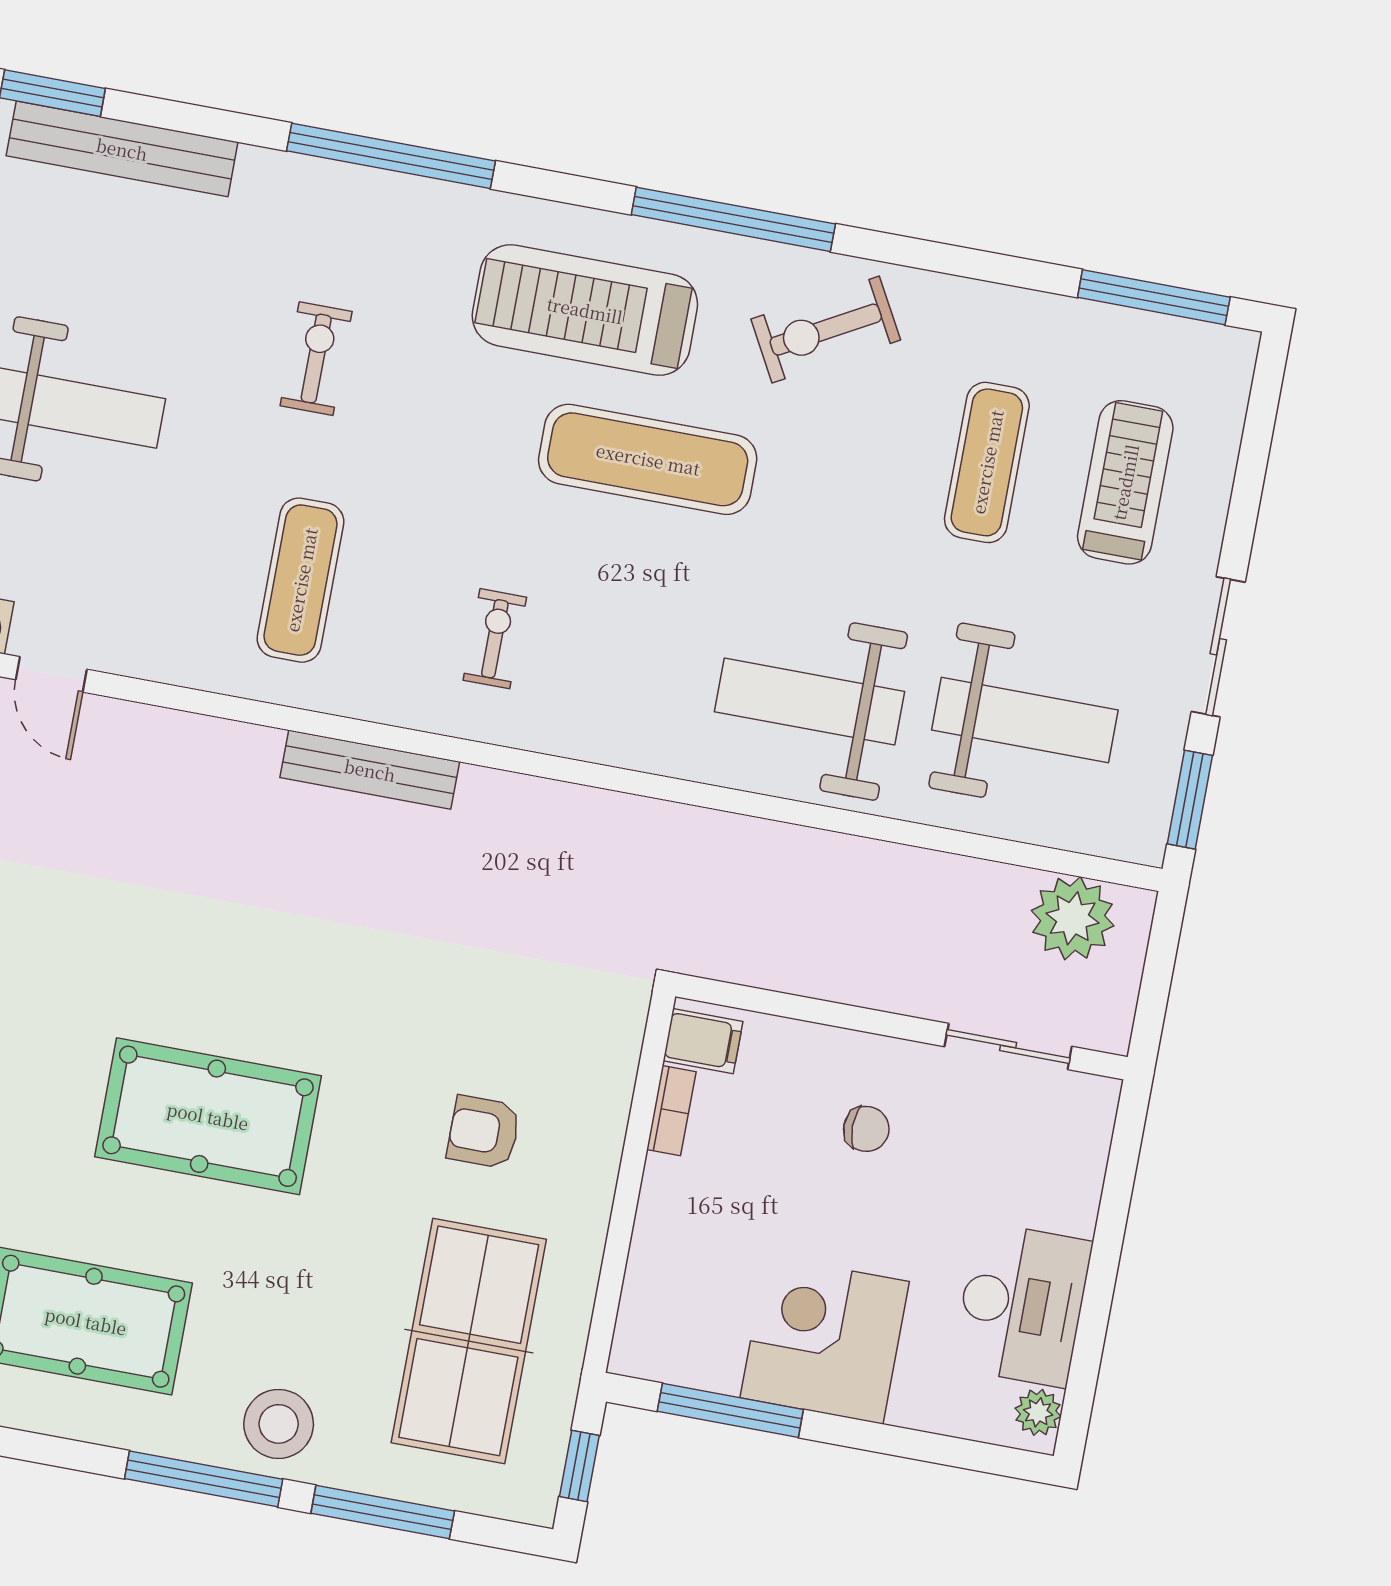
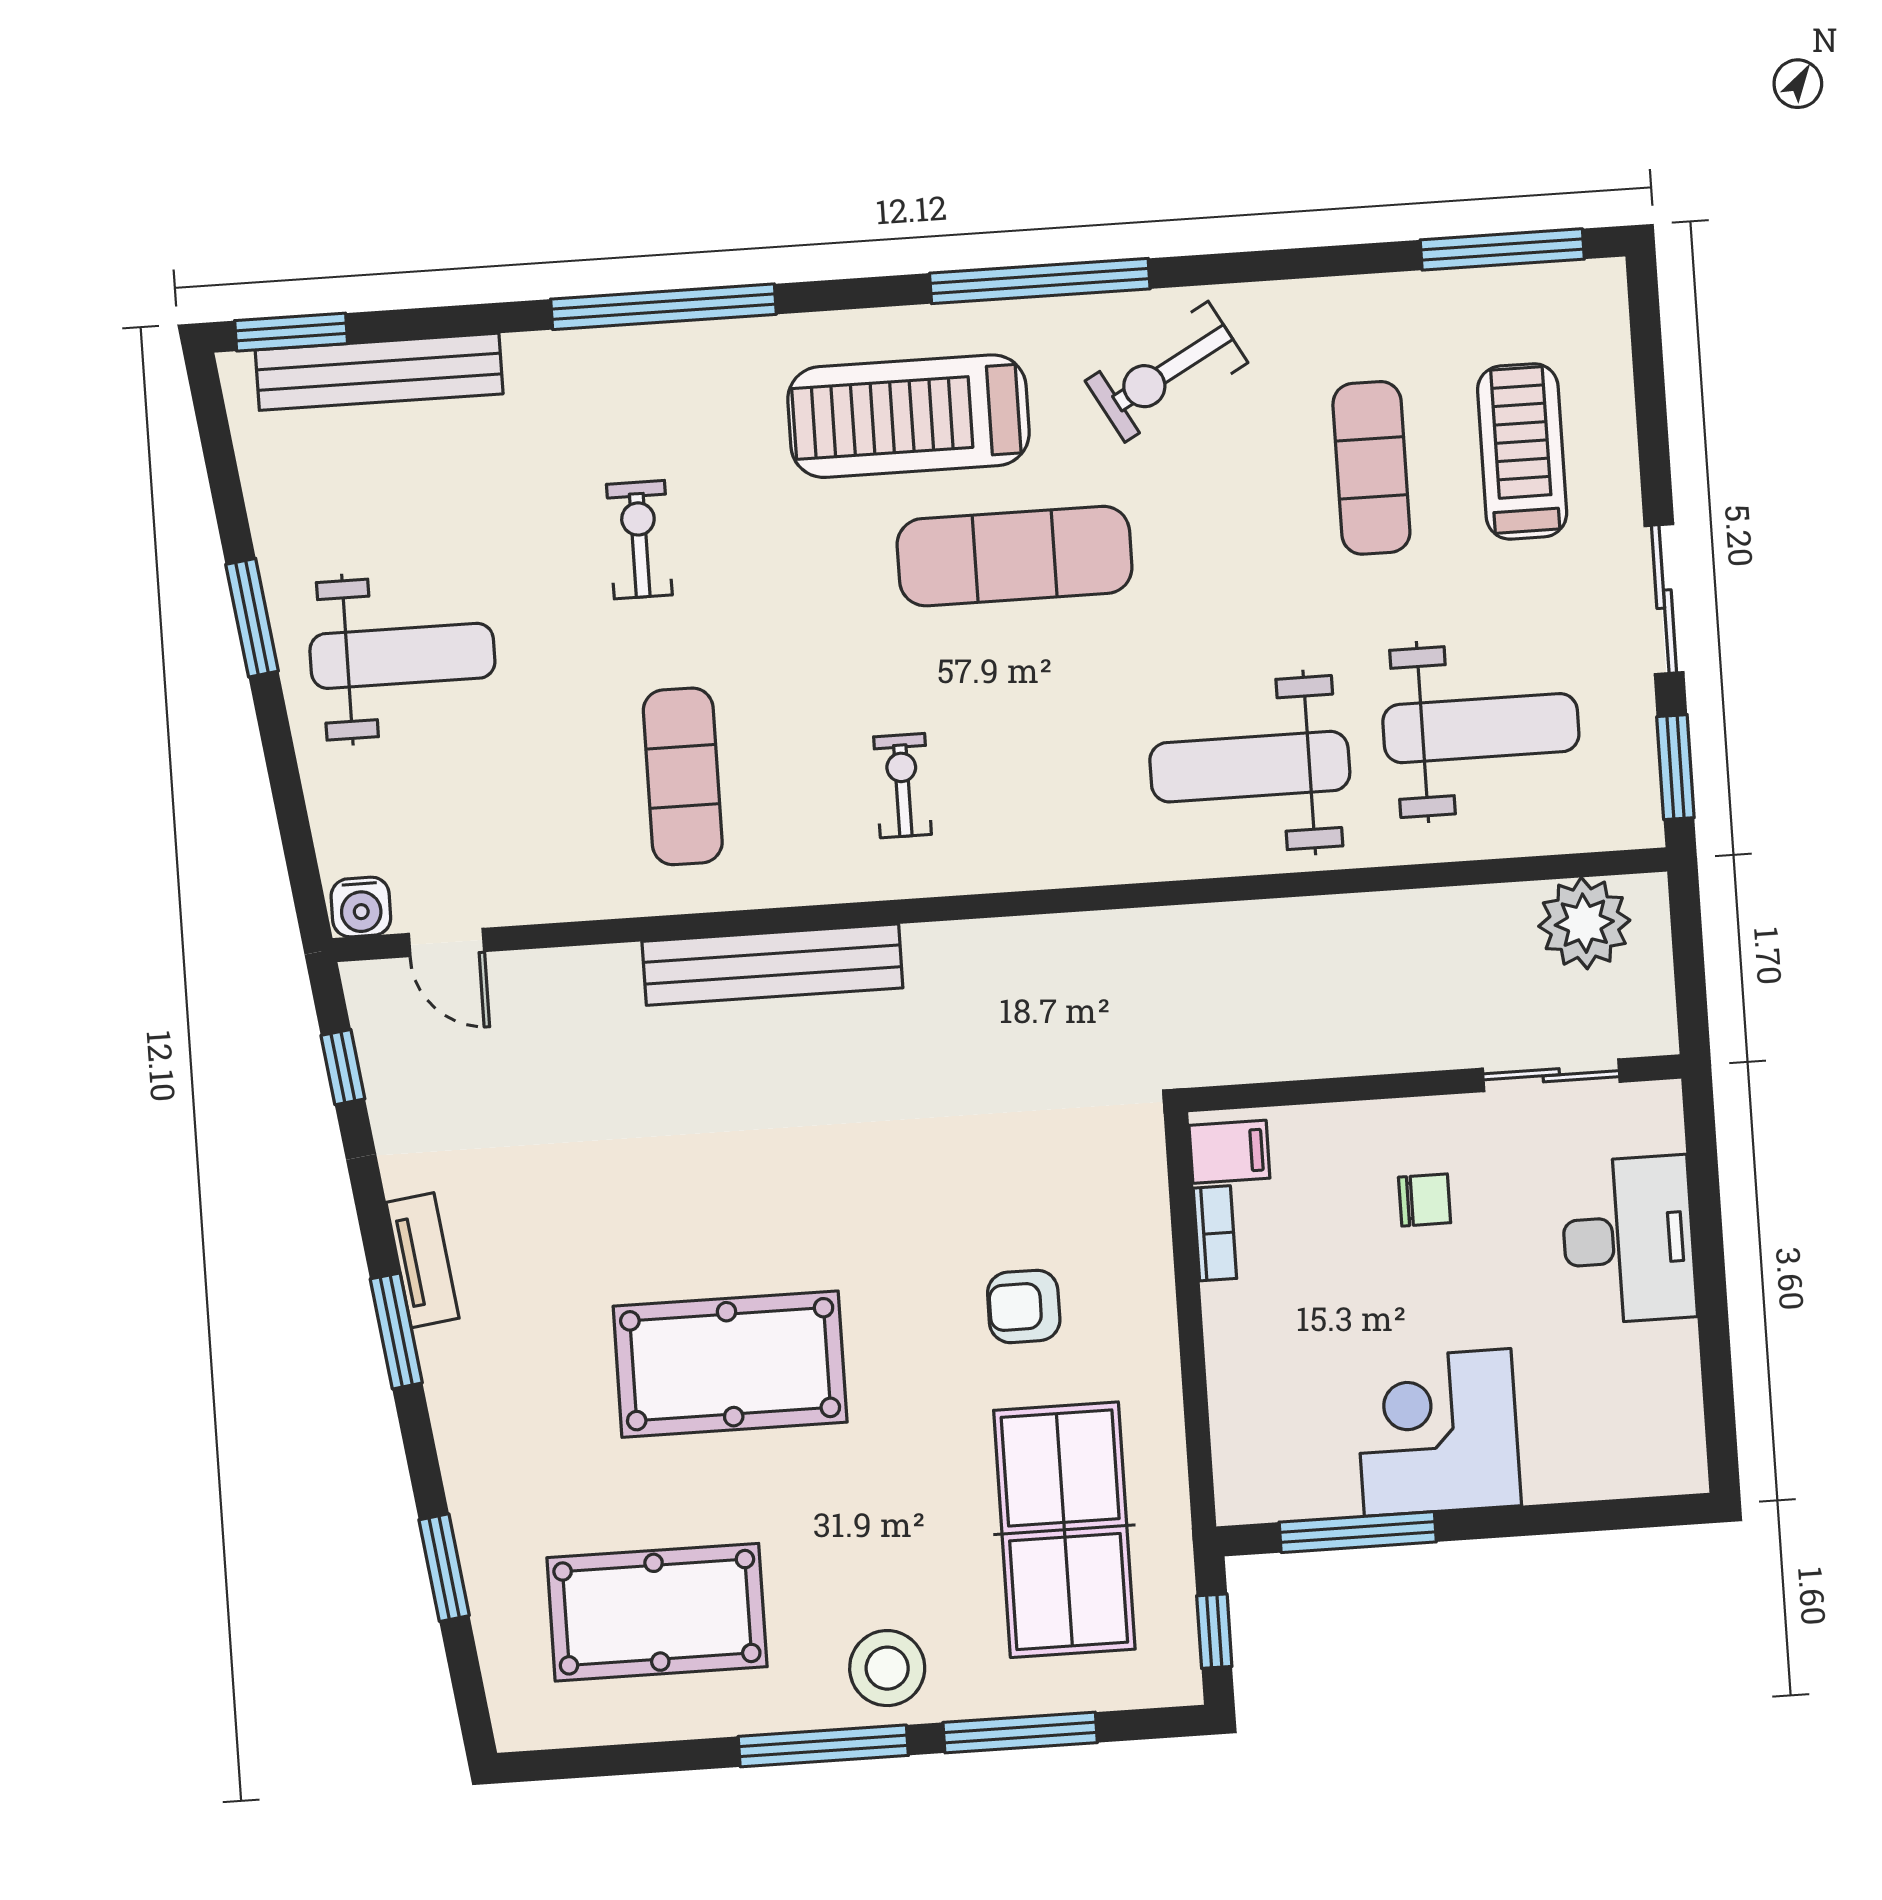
bench: (370, 770) -> (772, 965), width x1.37, depth x1.21
desk: (1022, 1304) -> (1628, 1240), moved
plant: (1038, 1412) -> (1681, 1451), removed

